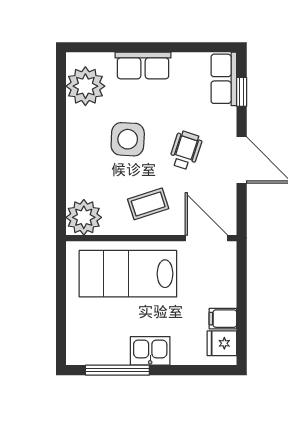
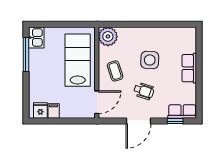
plant: (85, 86) -> (178, 37), removed
kitchen sink: (150, 351) -> (36, 37), moved

